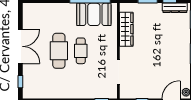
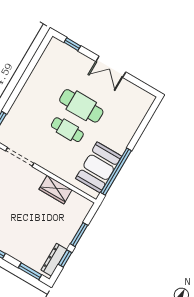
wardrobe: (126, 29) -> (56, 190), width x0.67
double door: (20, 46) -> (111, 67), width x0.73

